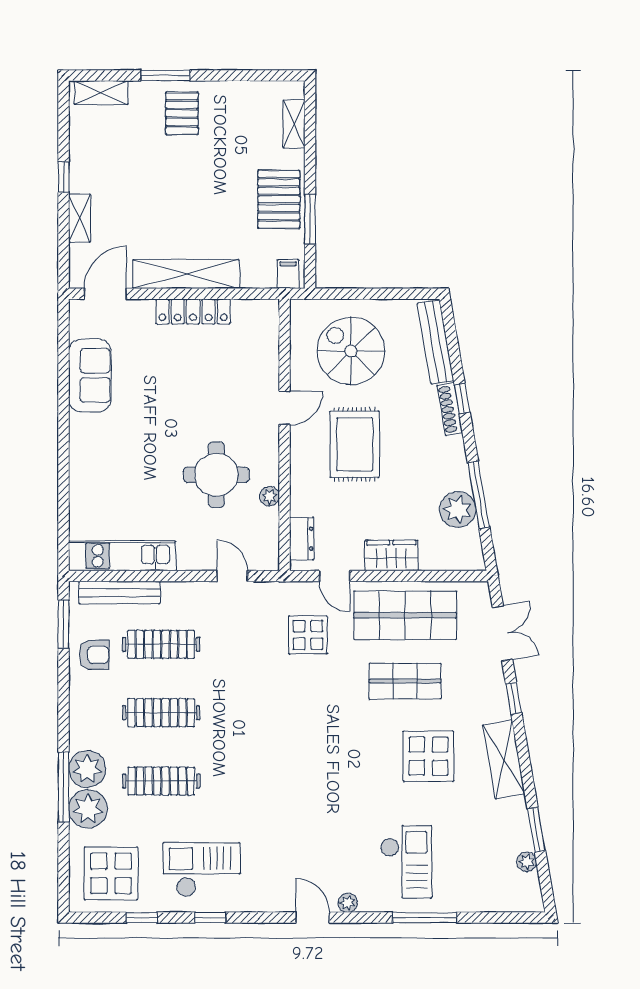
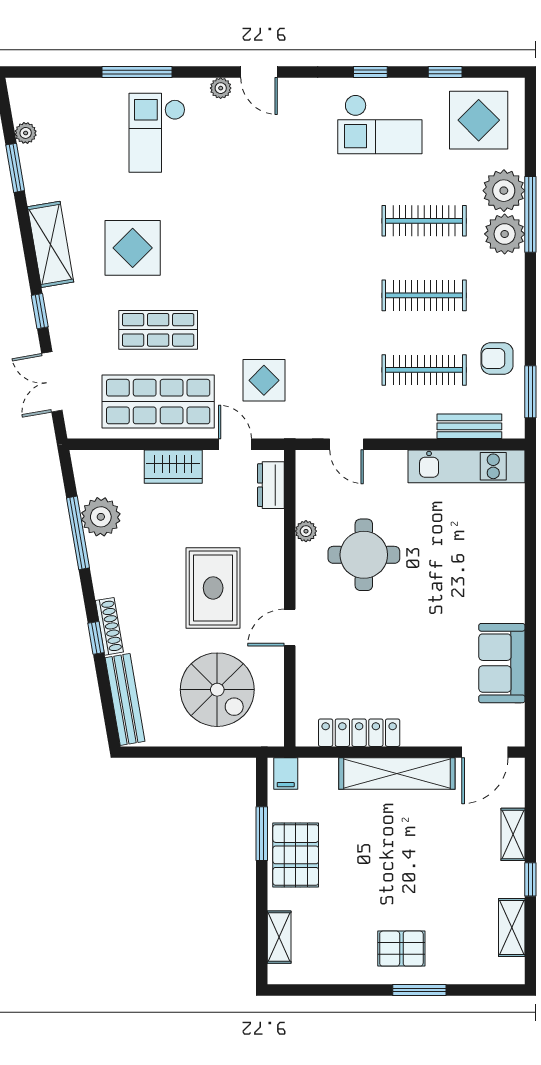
shelving: (101, 93) -> (512, 928), moved, turned 90
pallet: (182, 113) -> (401, 949), turned 90
locker: (193, 312) -> (359, 733), moved
bench: (120, 593) -> (469, 426), width x0.73

